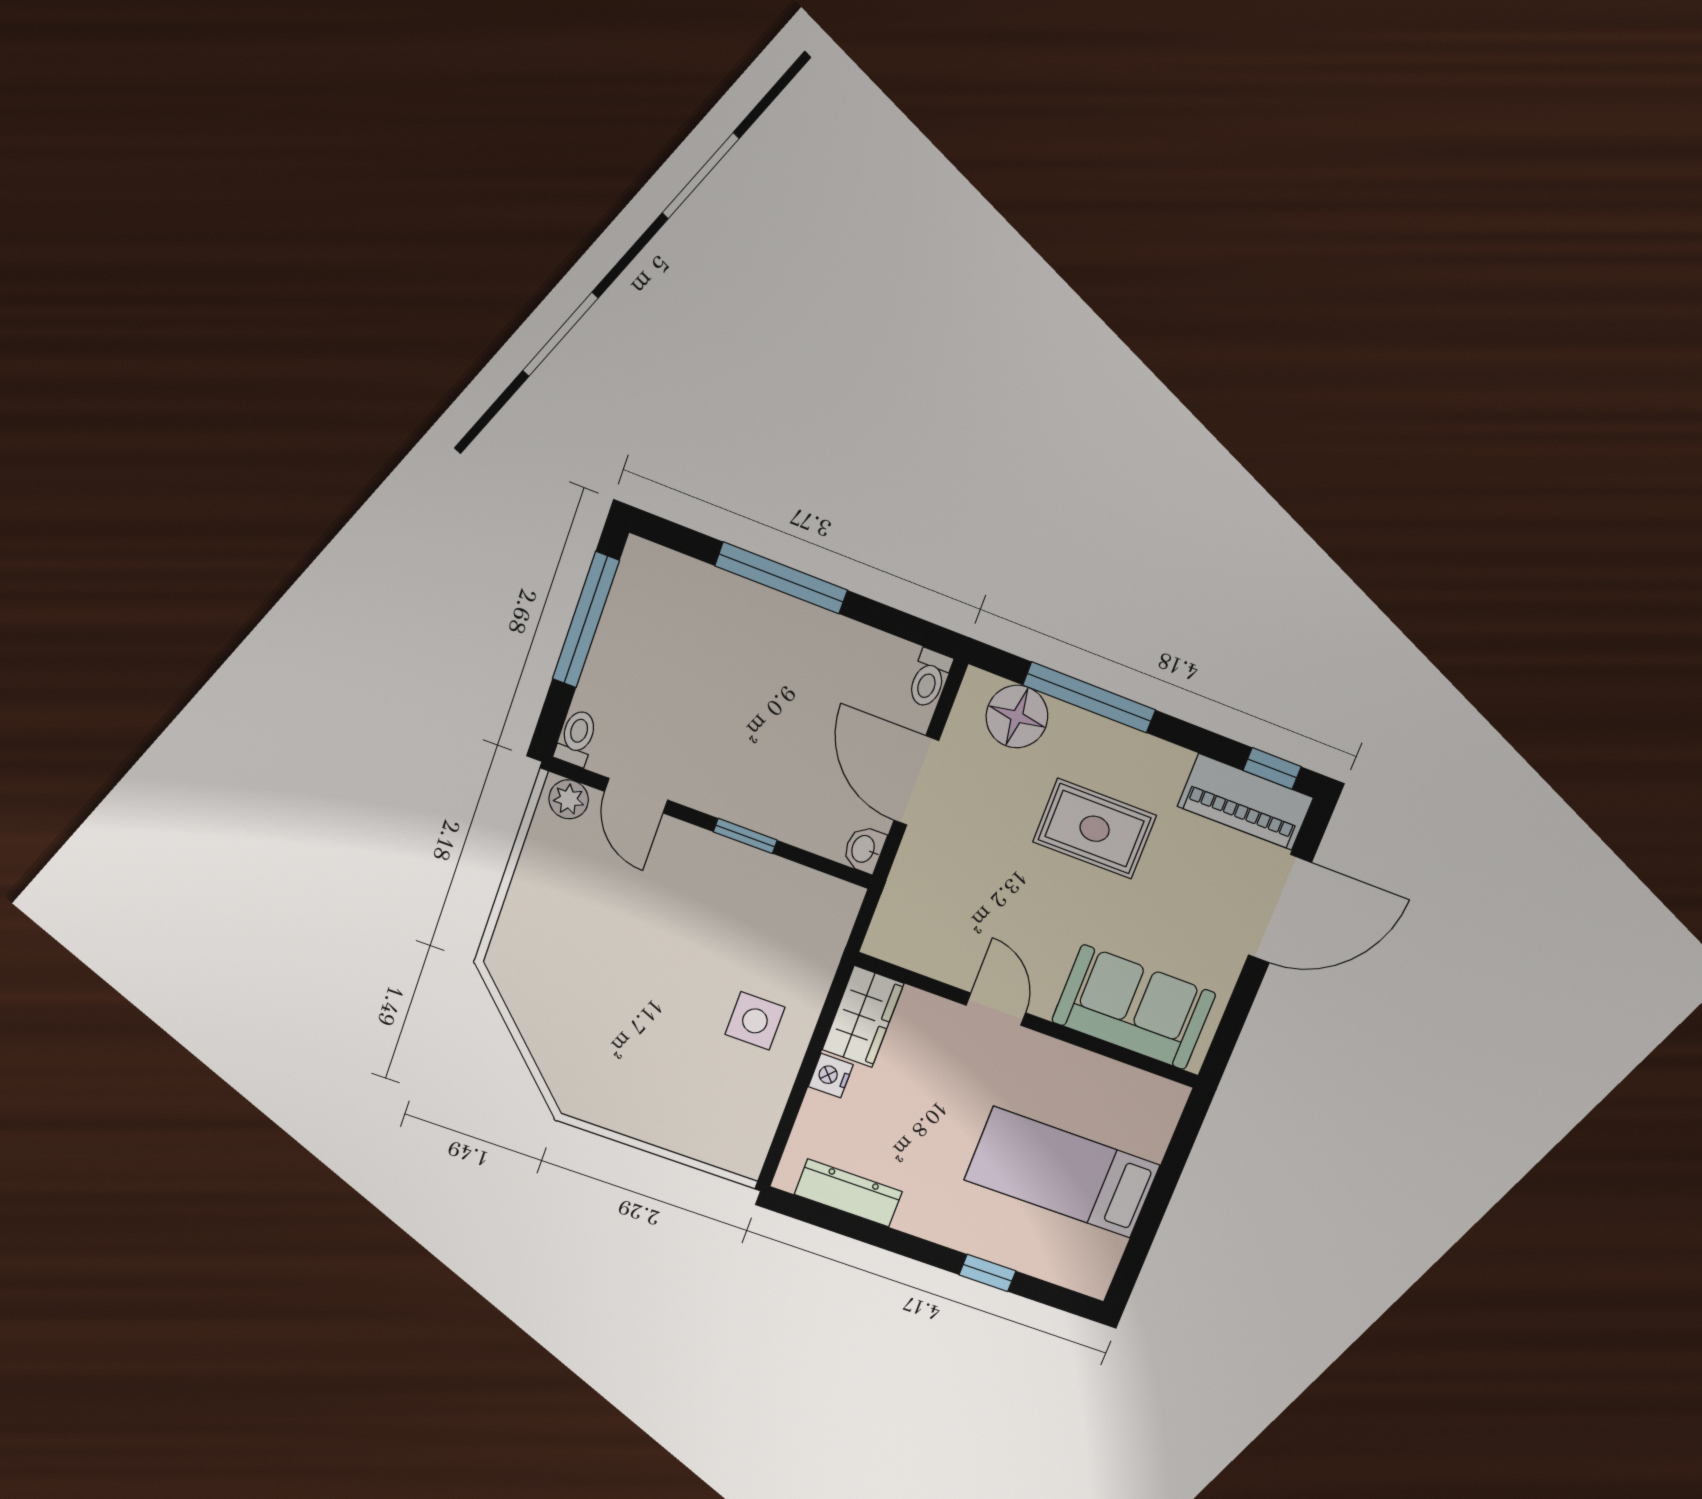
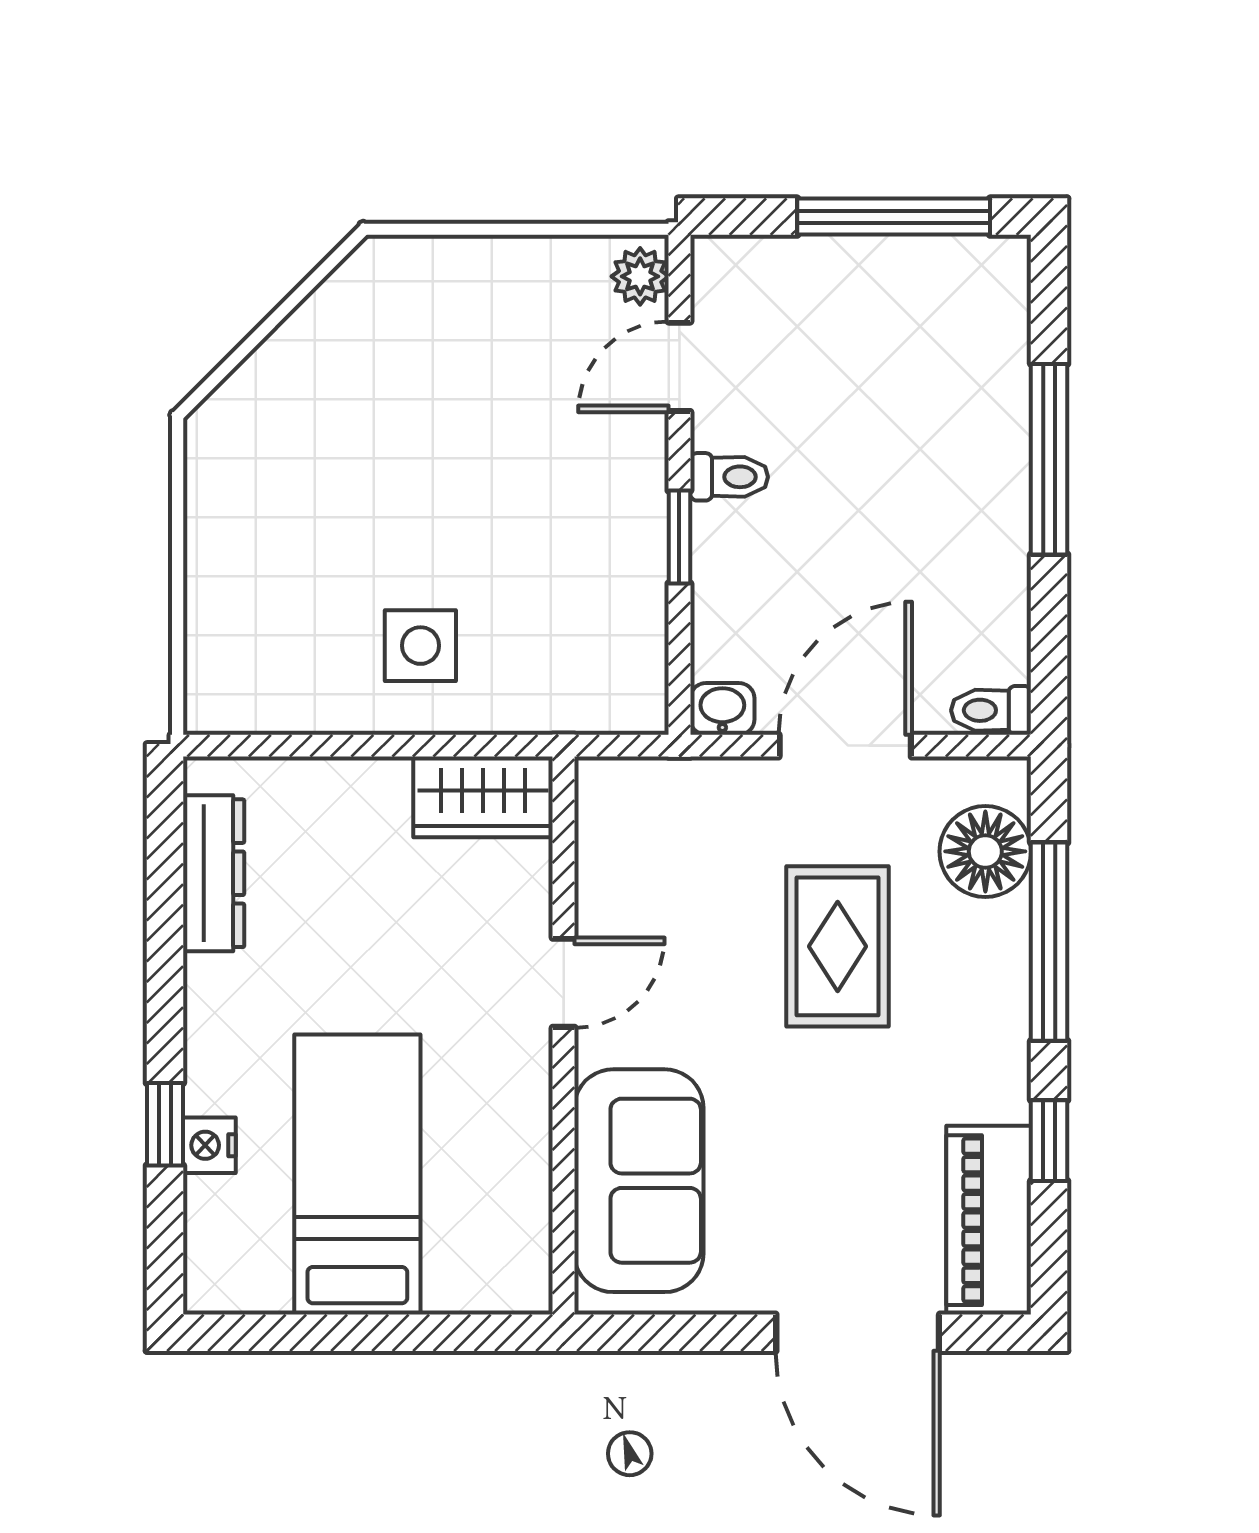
toilet: (577, 738) -> (729, 477), moved
window: (1272, 768) -> (1049, 1141), moved
rug: (1095, 829) -> (838, 946), moved
nightstand: (831, 1076) -> (209, 1145), moved, turned -90

